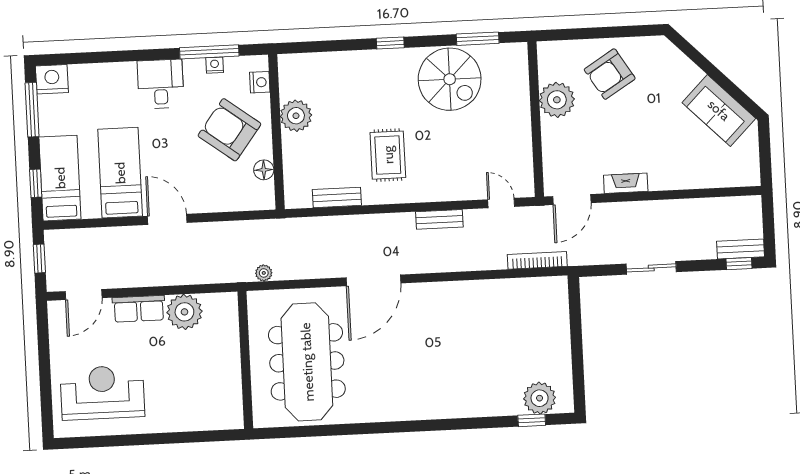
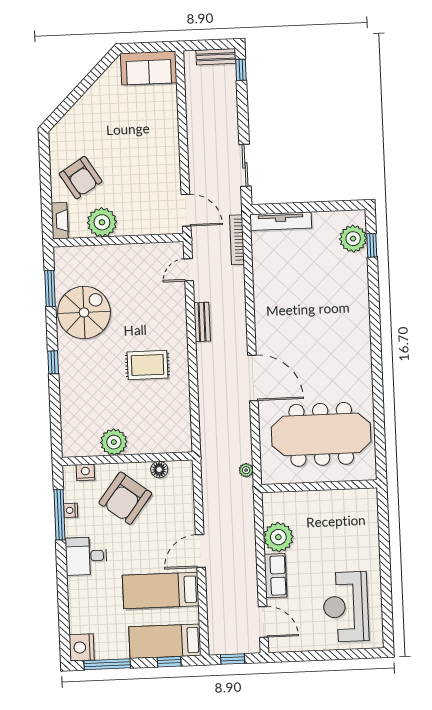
sofa: (719, 110) -> (149, 68), moved, turned 45
fireplace: (626, 183) -> (60, 221), moved, turned 180
bench: (337, 197) -> (183, 408), removed
bench: (741, 249) -> (216, 57), moved, turned 90
sliding door: (651, 268) -> (245, 165), moved
tv unit: (560, 312) -> (281, 221), added

